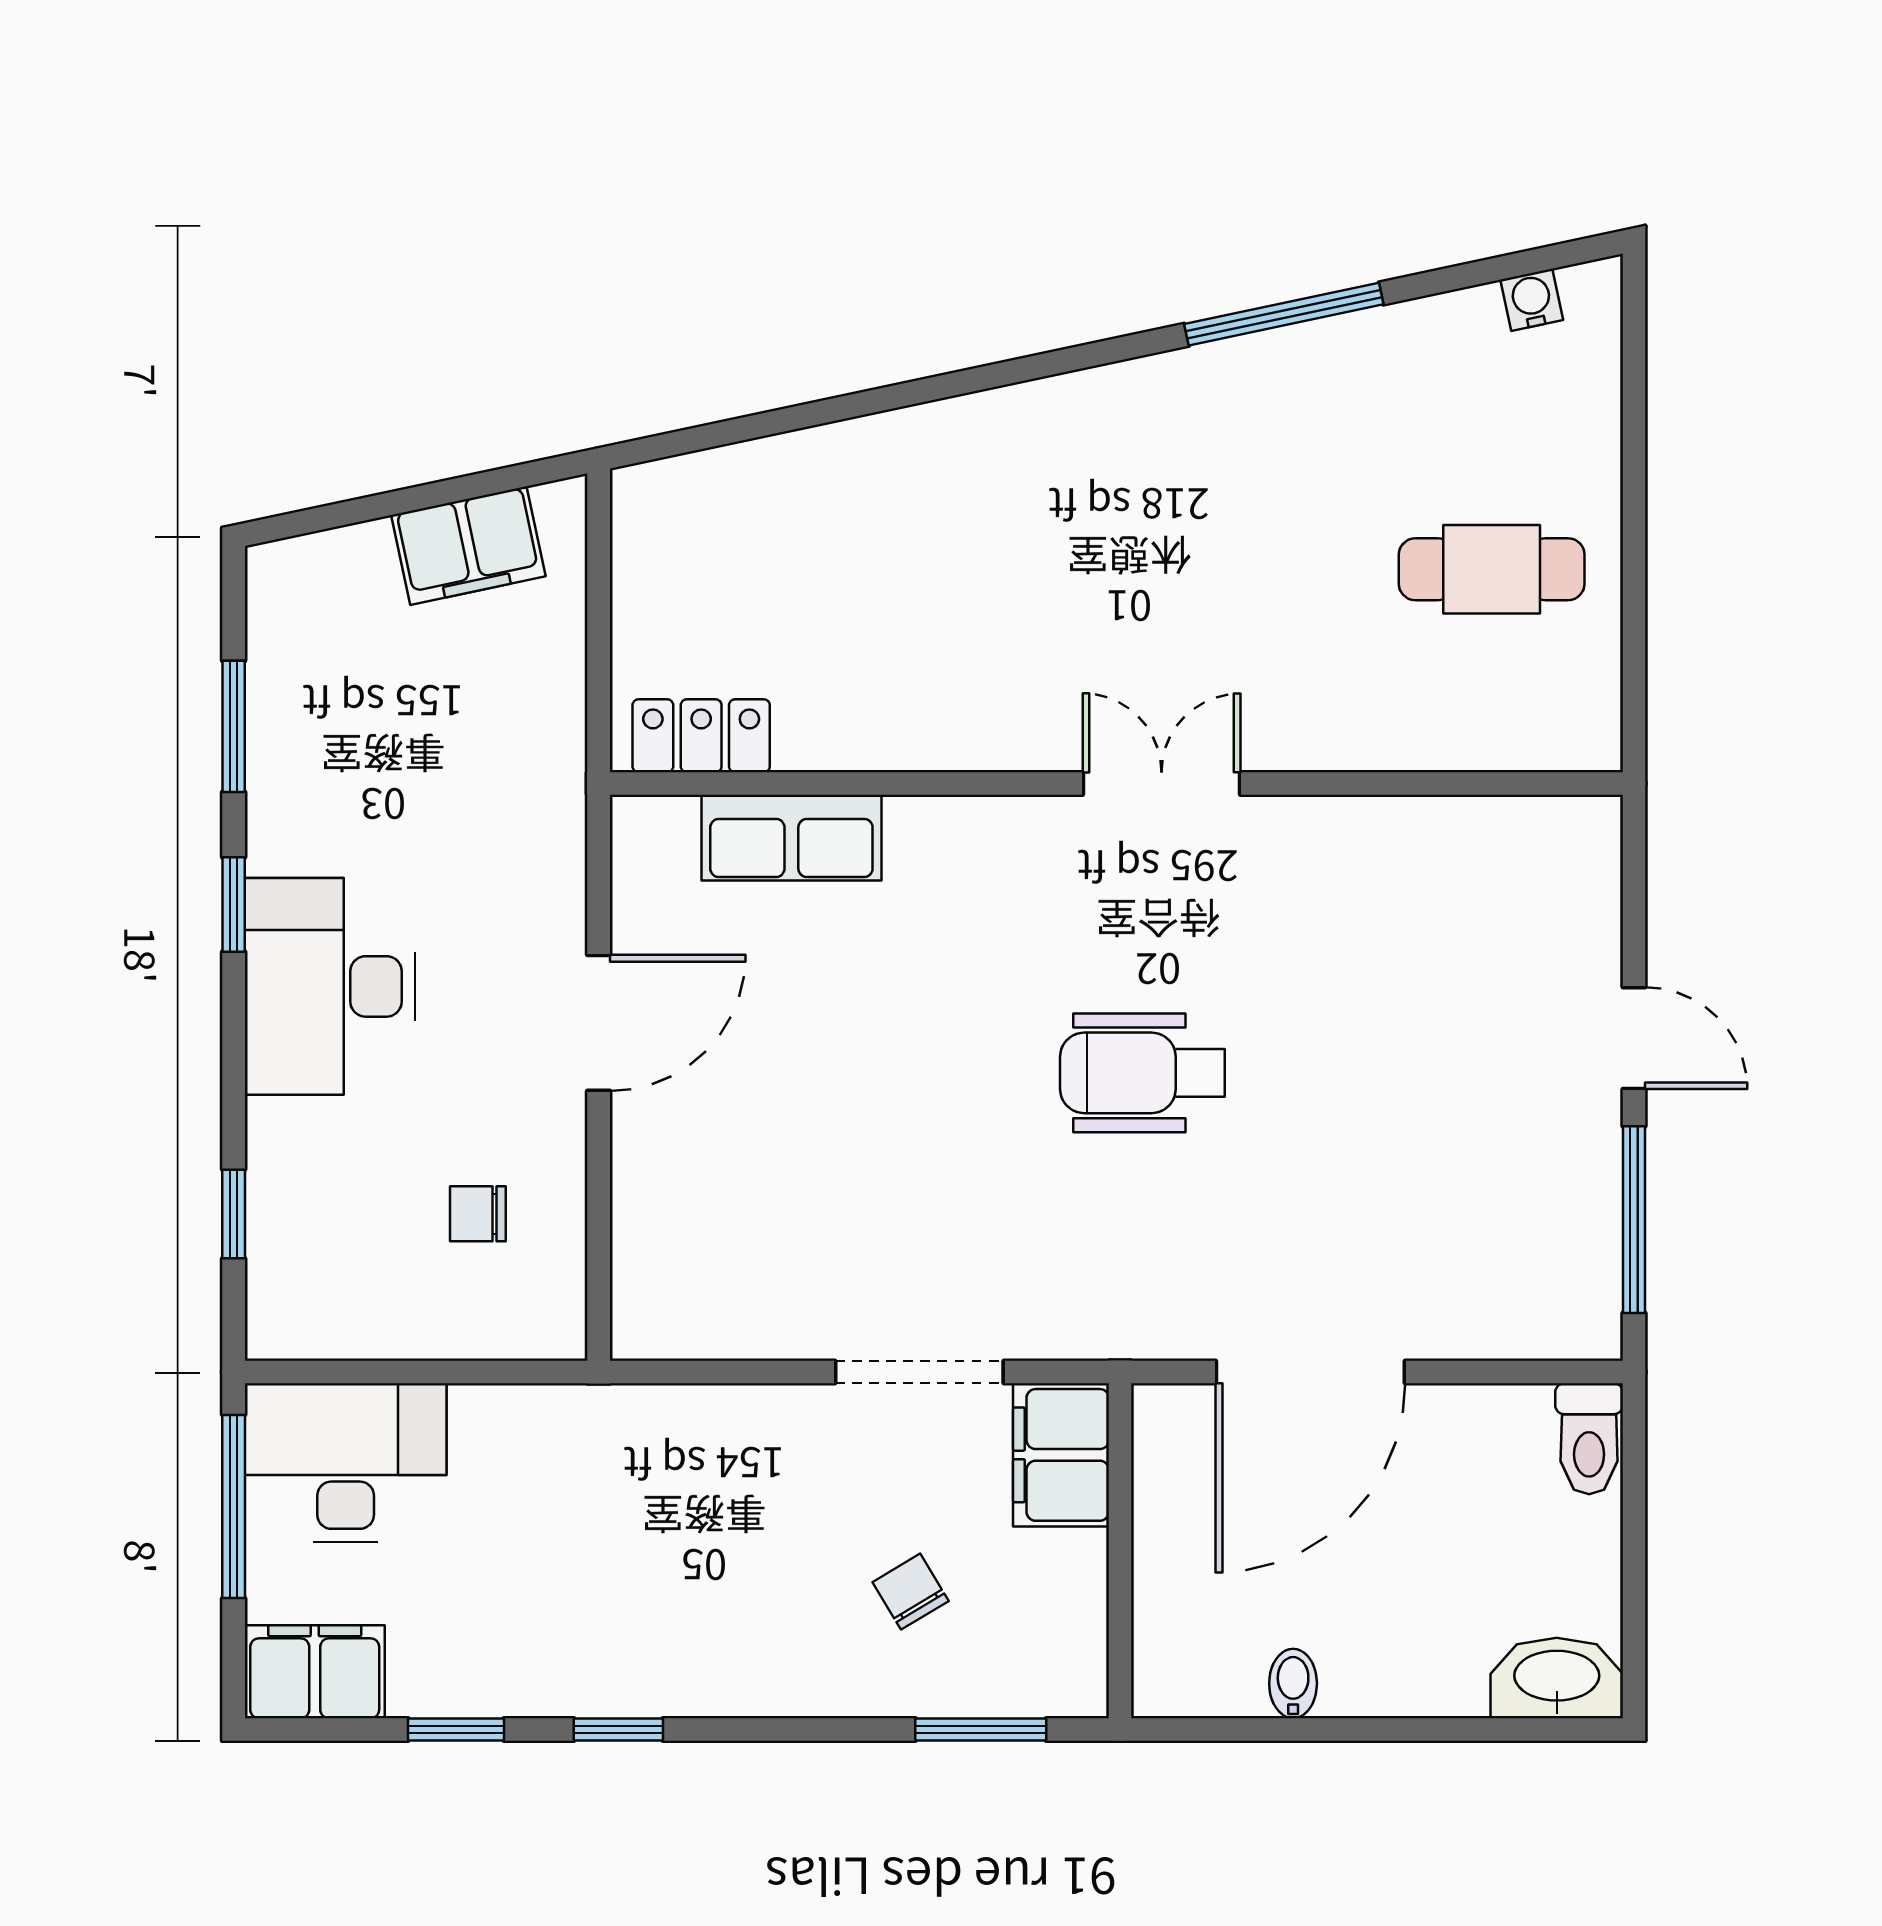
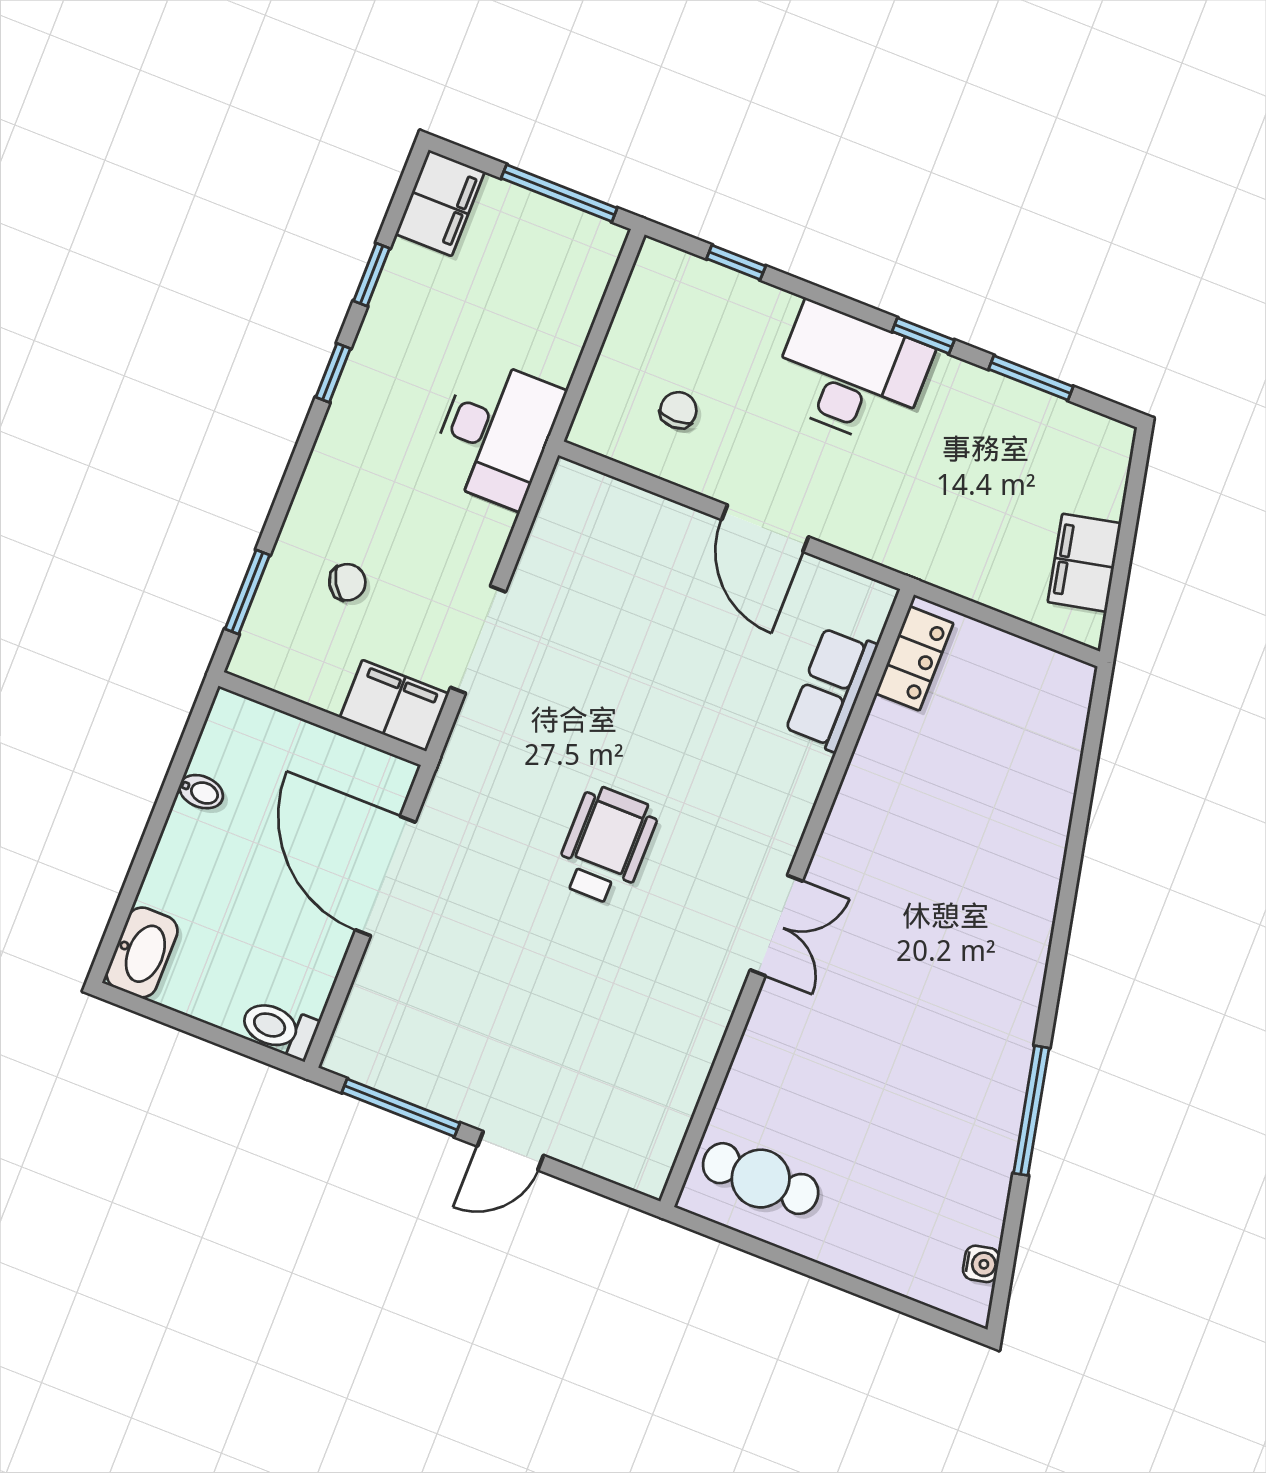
cafe table: (1492, 569) -> (761, 1179), moved, turned 90
desk: (346, 1462) -> (496, 433), moved

